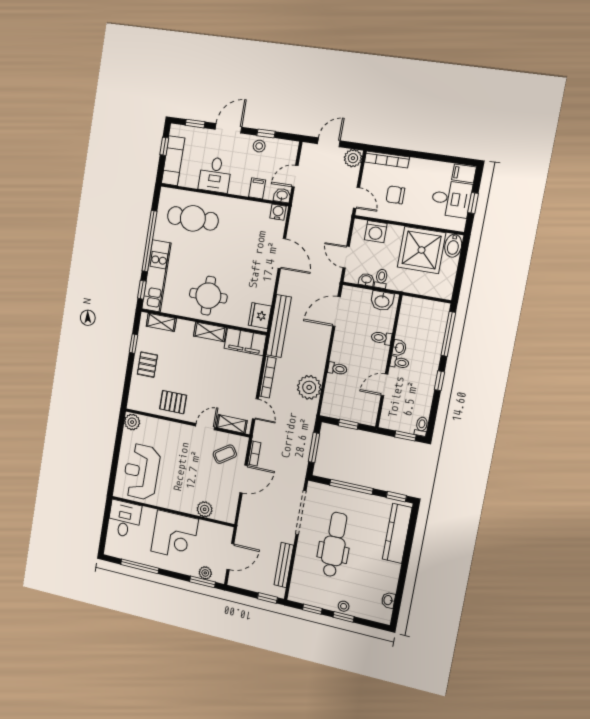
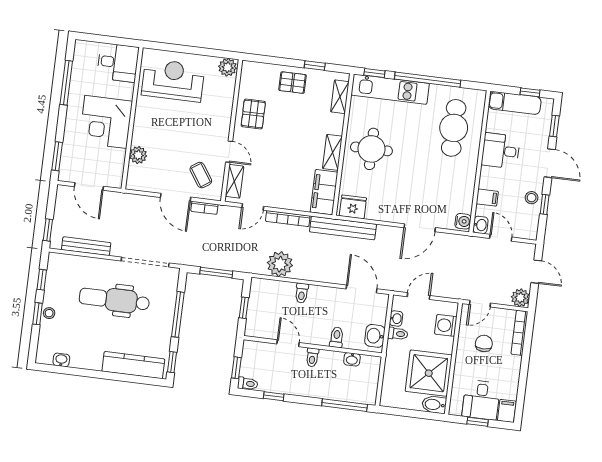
washbasin: (399, 348) -> (352, 359), moved
window: (439, 381) -> (274, 396), moved
dental chair: (334, 545) -> (114, 300), turned 180
plant: (205, 573) -> (68, 159), removed

